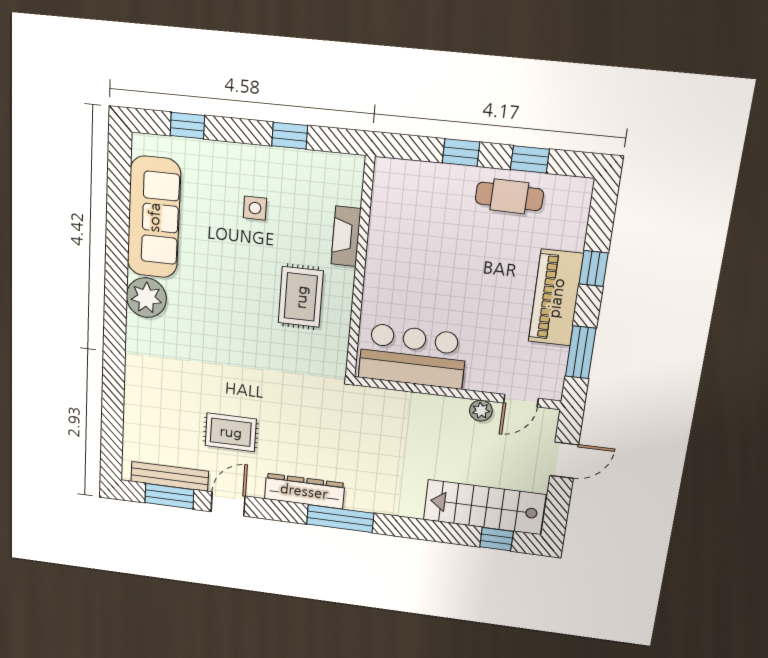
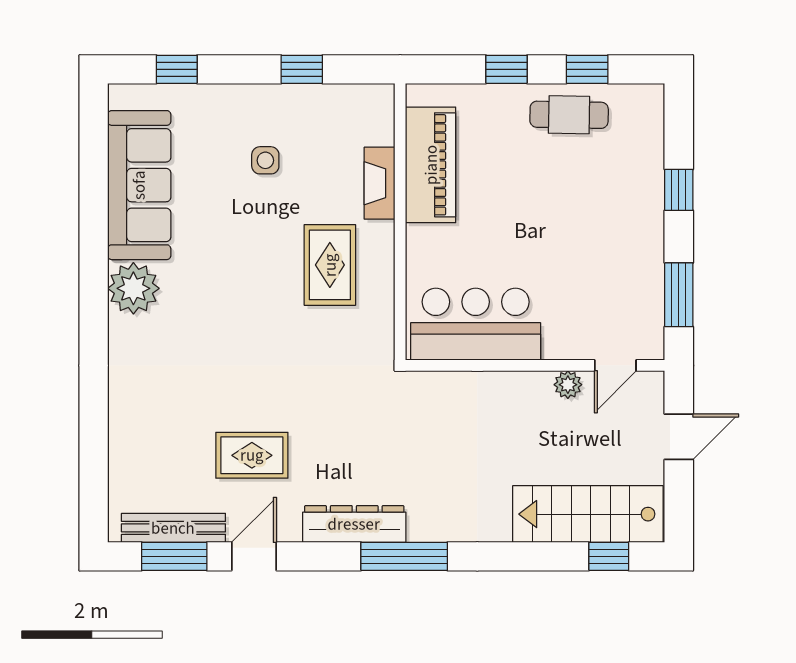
piano: (556, 298) -> (431, 165), moved, turned 180

